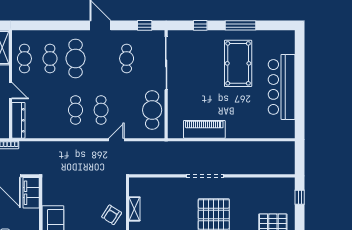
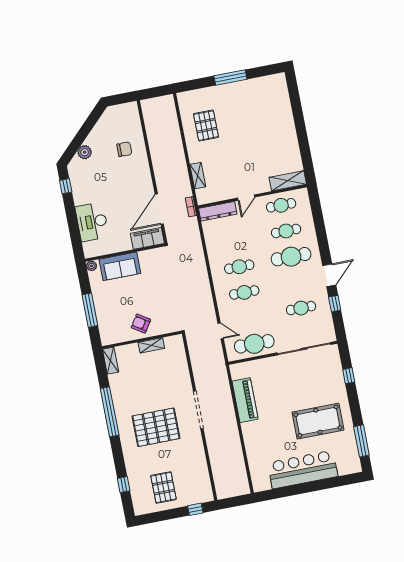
window: (145, 25) -> (335, 304), moved
window: (240, 25) -> (361, 441), moved
door: (116, 140) -> (221, 331), moved

